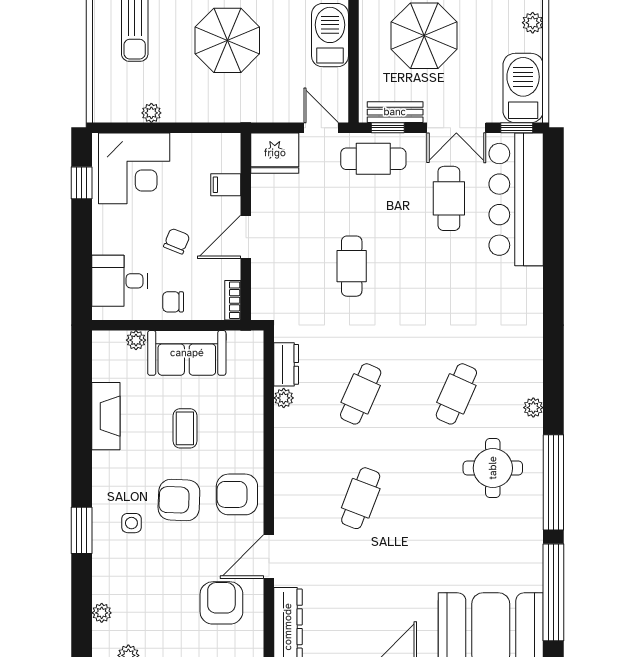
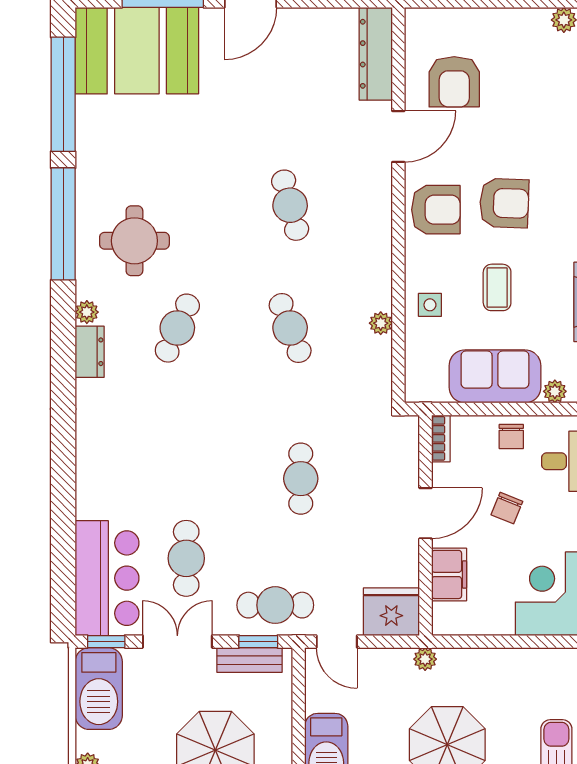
plant: (151, 113) -> (425, 659), moved
filing cabinet: (226, 185) -> (449, 574), width x2.00
bar counter: (516, 199) -> (107, 578), width x0.73
chair: (173, 302) -> (511, 437), turned 90
dresser: (286, 364) -> (90, 352), moved, turned 180
cafe table: (361, 394) -> (290, 328), turned -45
cafe table: (361, 498) -> (290, 205), turned -36
side table: (131, 523) -> (430, 305), moved

